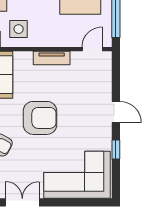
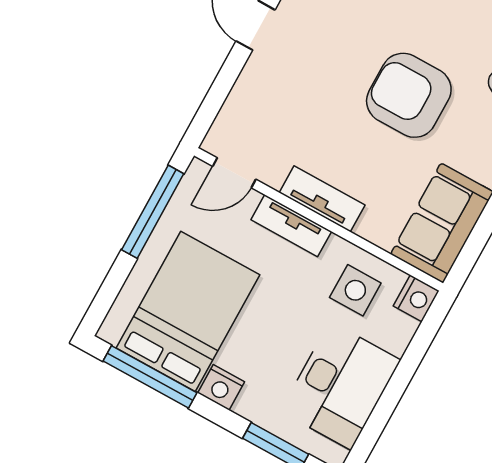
tv unit: (58, 41) -> (291, 226), added

